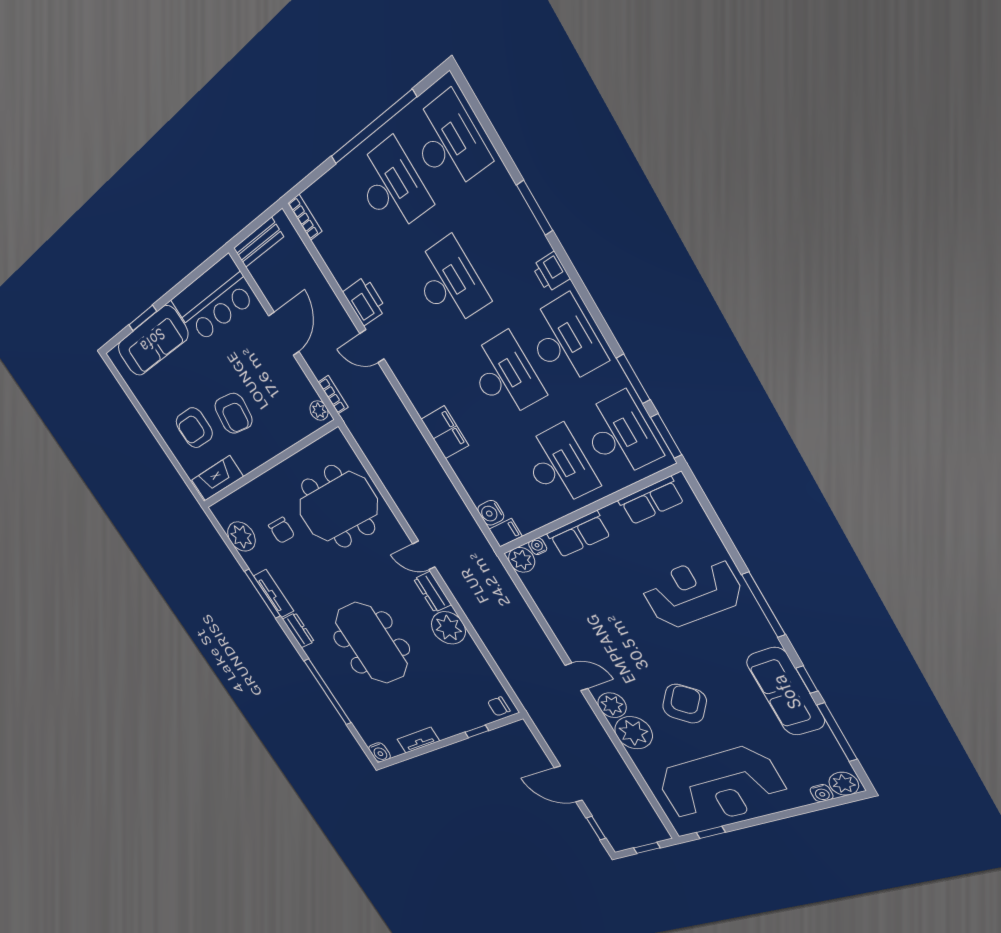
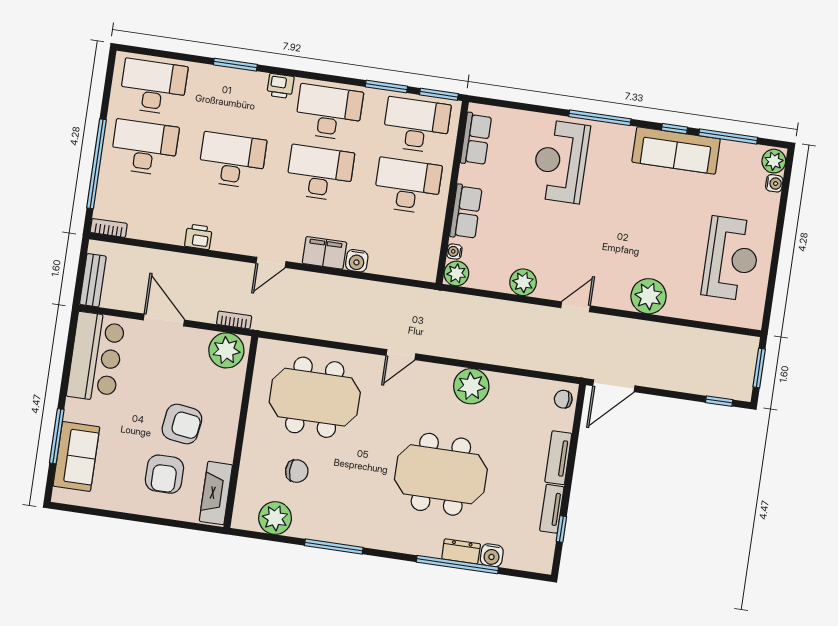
window: (373, 127) -> (97, 164), moved
printer: (365, 301) -> (198, 237), width x0.73, depth x0.81
window: (143, 318) -> (57, 436), width x1.44
sofa: (153, 341) -> (76, 456), width x0.73
door: (372, 346) -> (271, 262), moved
plant: (319, 410) -> (226, 350), width x1.87, depth x1.87
meeting table: (338, 507) -> (315, 397), turned 90
water cooler: (491, 513) -> (357, 261), moved
filing cabinet: (506, 533) -> (428, 269), removed
dresser: (432, 592) -> (434, 374), removed
tv unit: (274, 594) -> (558, 458), moved, turned -90
dresser: (298, 630) -> (461, 551), moved
armchair: (685, 704) -> (646, 235), removed
plant: (612, 705) -> (523, 282), moved
chair: (499, 706) -> (563, 399), turned 90
window: (477, 731) -> (561, 529), moved
water cooler: (380, 752) -> (492, 555), moved, turned 90
door: (568, 784) -> (614, 386), moved
reception desk: (721, 786) -> (731, 259), width x0.74, depth x0.77
window: (711, 832) -> (769, 299), removed
window: (647, 848) -> (759, 368), width x1.50

